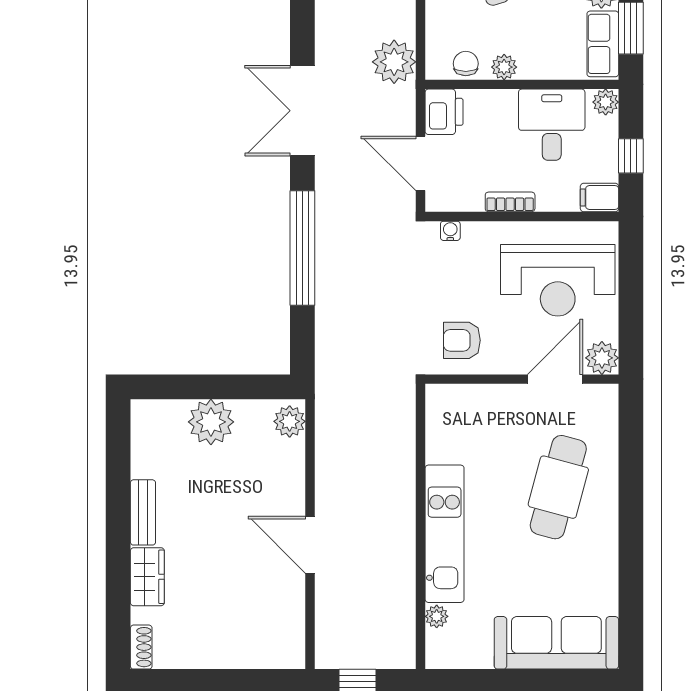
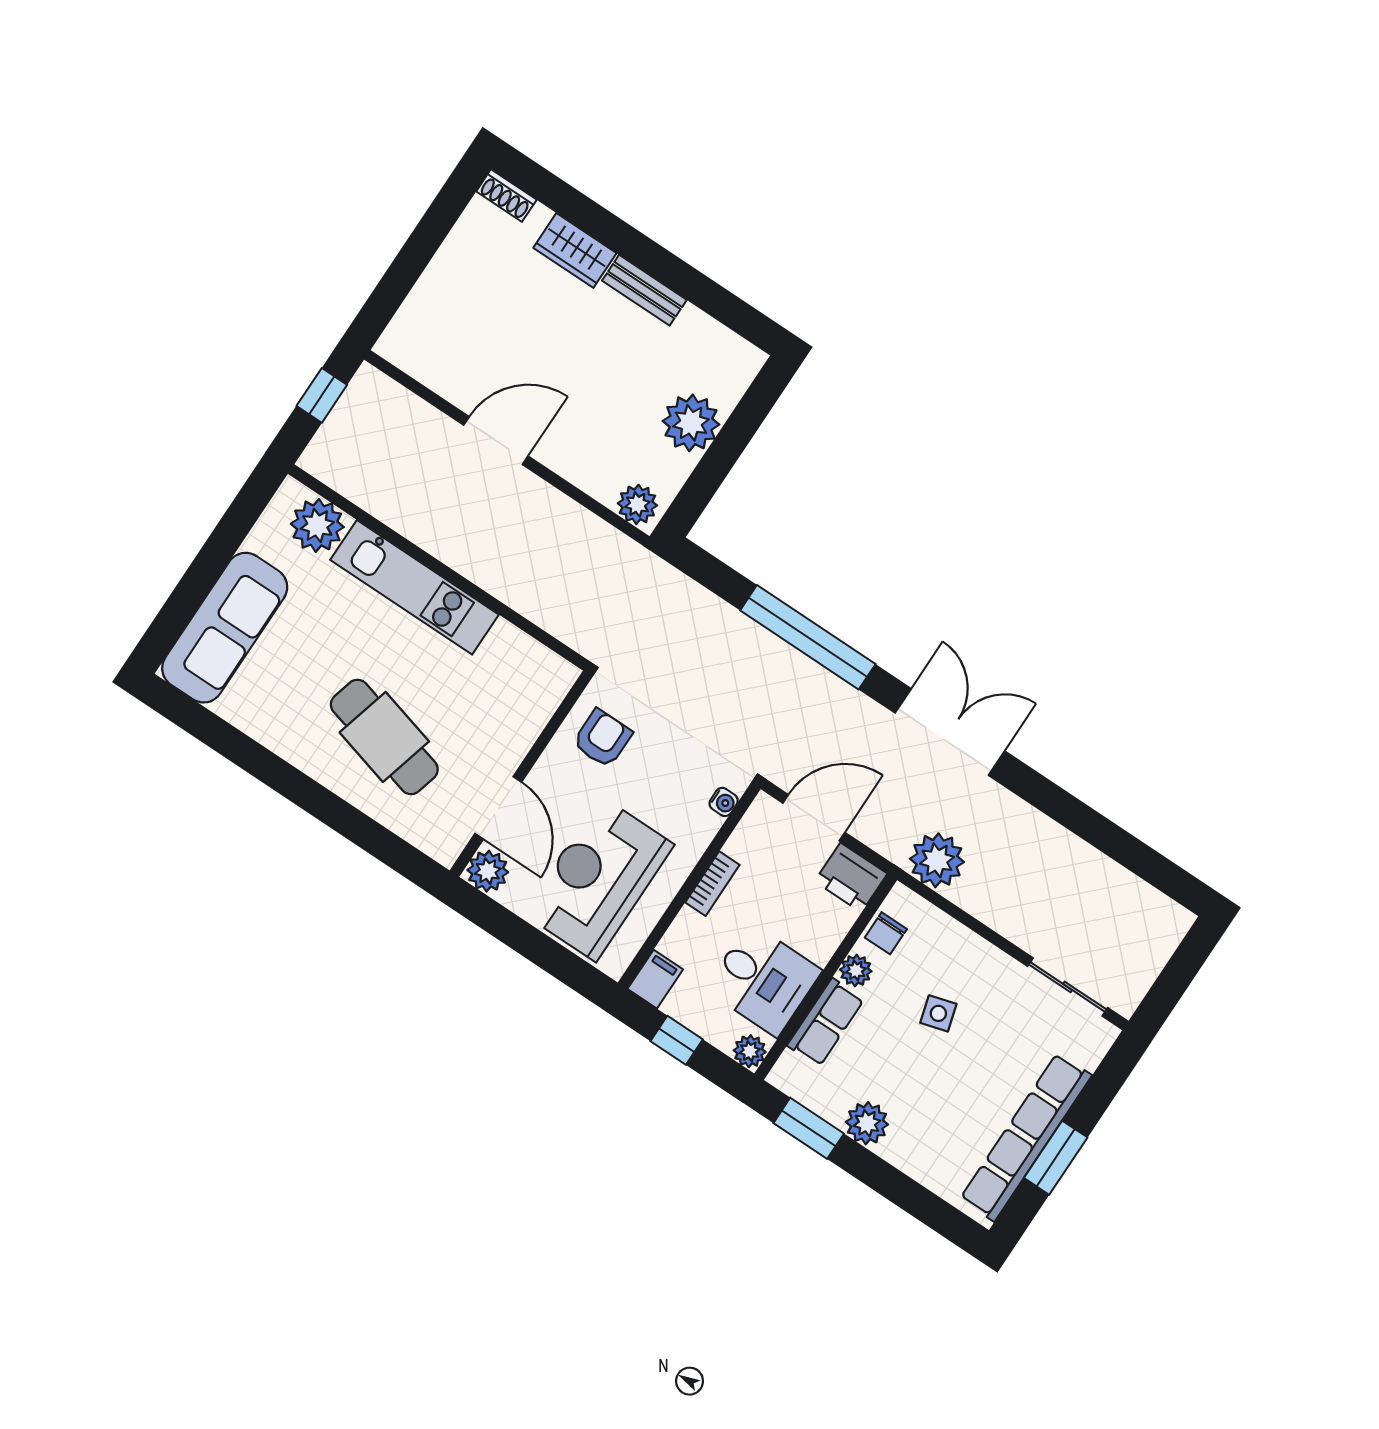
row of seats: (603, 44) -> (826, 1022), moved, turned 90
chair: (466, 64) -> (886, 933), turned 90
plant: (437, 616) -> (317, 525), width x1.88, depth x1.88

